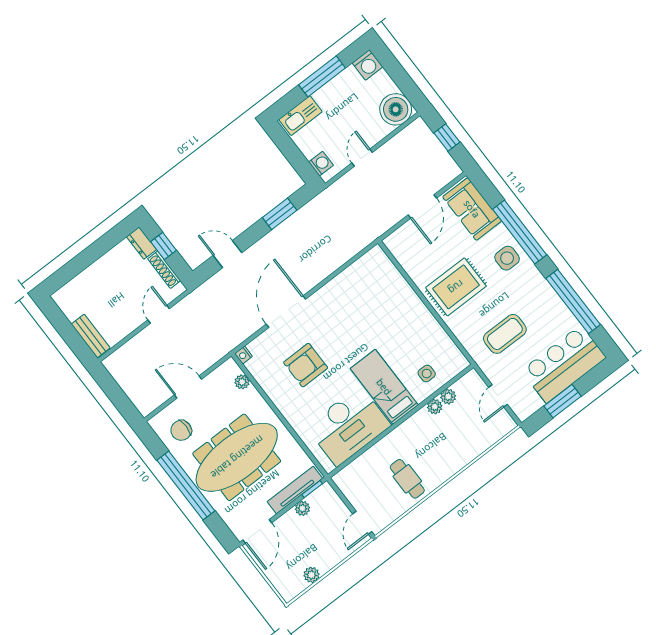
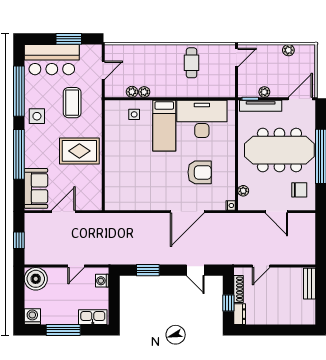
side table: (507, 258) -> (37, 116), moved
coffee table: (505, 334) -> (72, 103), turned 90

